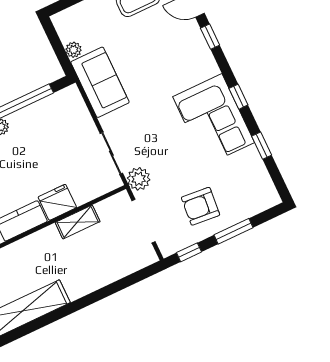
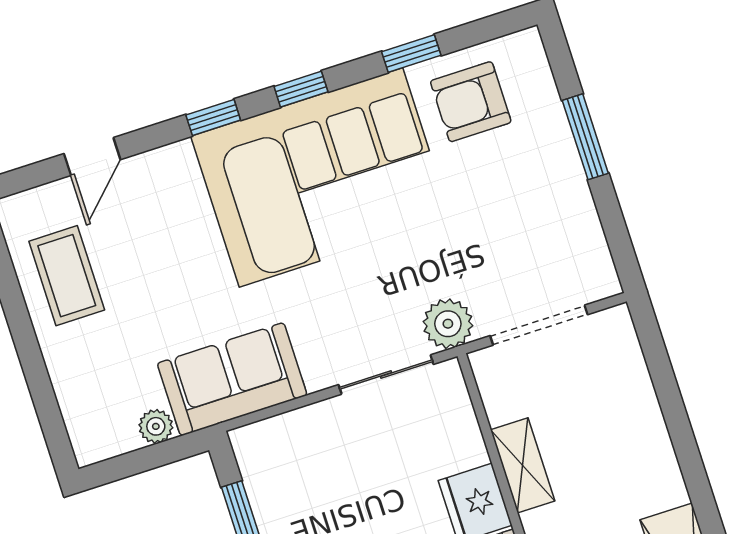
window: (210, 37) -> (213, 117), moved
corner sofa: (214, 120) -> (321, 177), width x1.36, depth x1.36
armchair: (201, 206) -> (471, 102), moved, turned 85
window: (189, 252) -> (618, 237), removed

